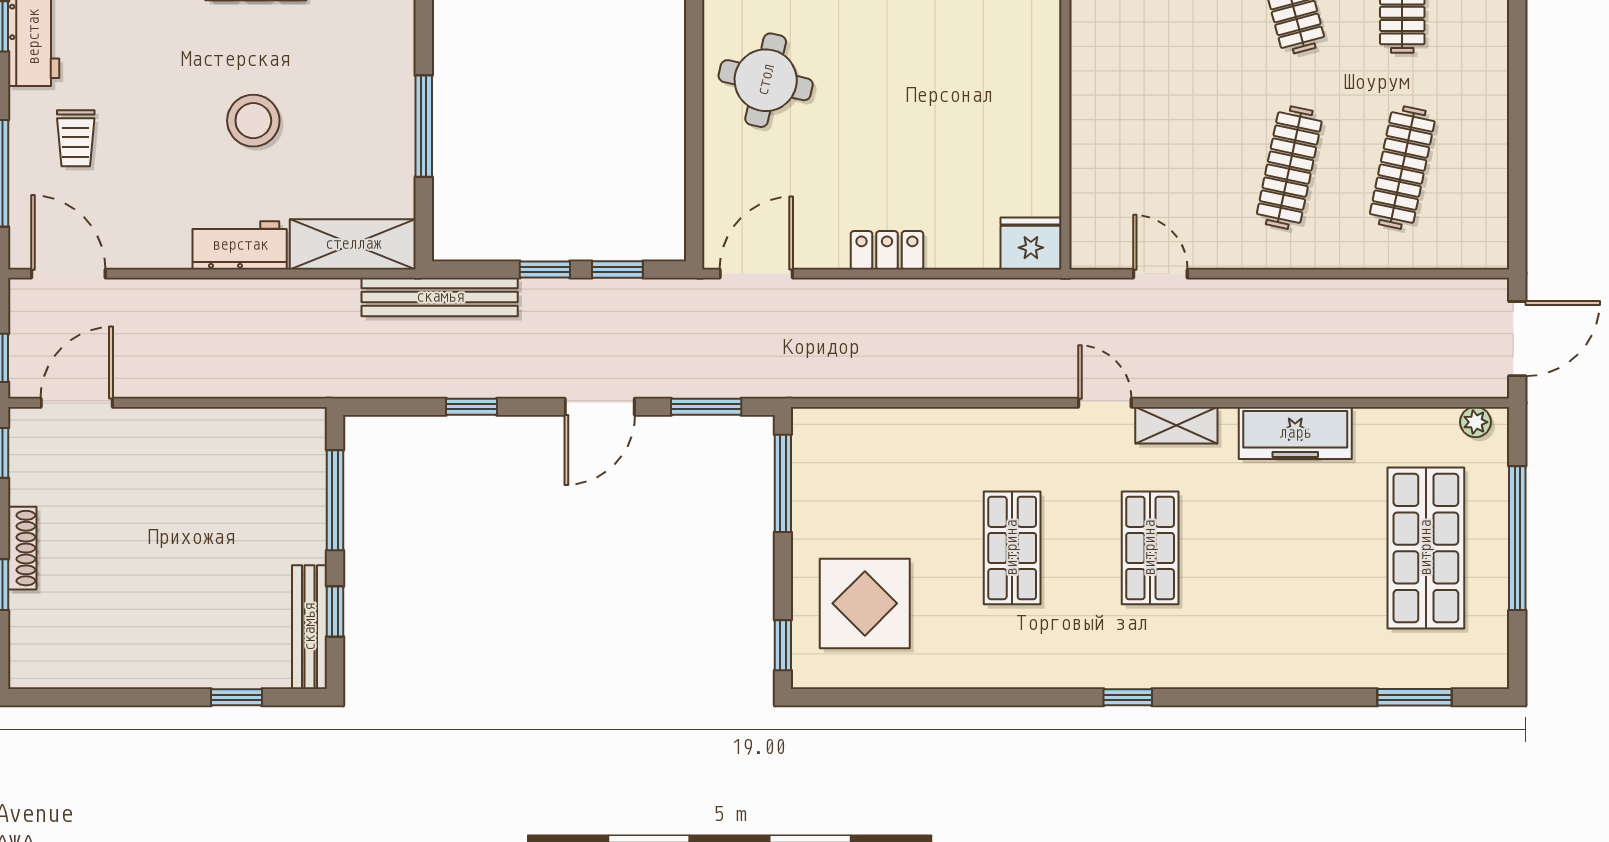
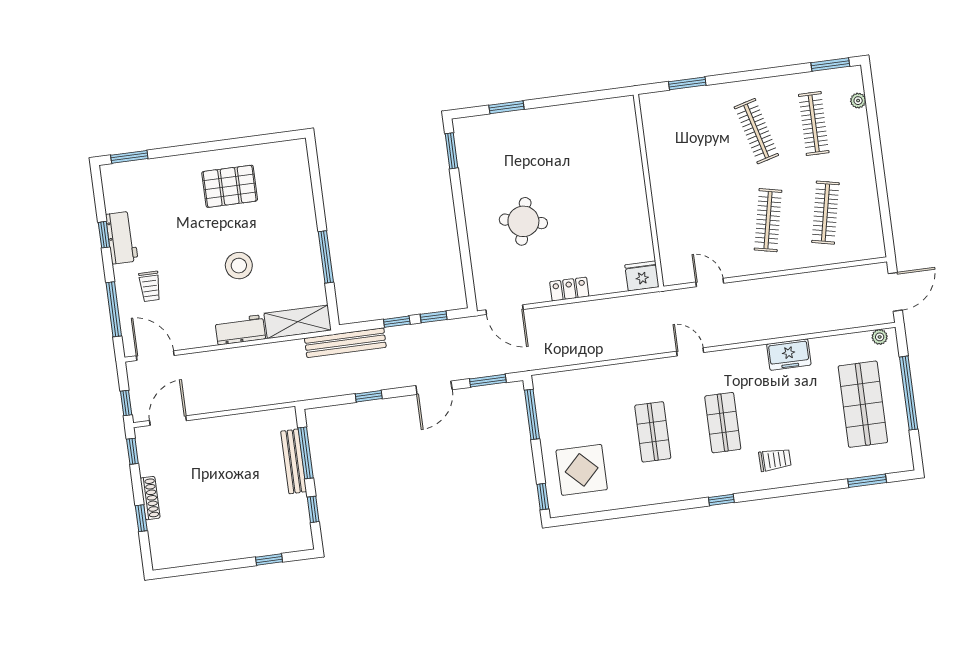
round table: (766, 80) -> (523, 221), moved
door: (756, 274) -> (505, 310), swing flipped
shelving: (1176, 425) -> (728, 359), removed
freezer: (1295, 433) -> (789, 355), width x0.71
bench: (310, 627) -> (294, 461), moved
trolley: (1241, 633) -> (775, 460), added

